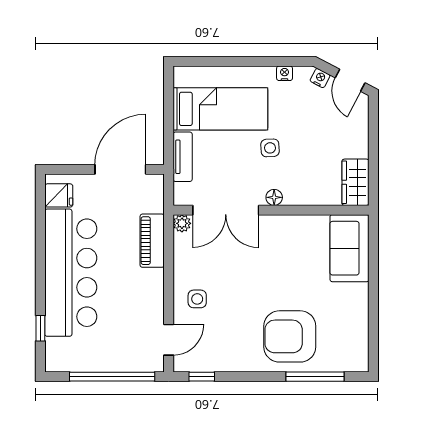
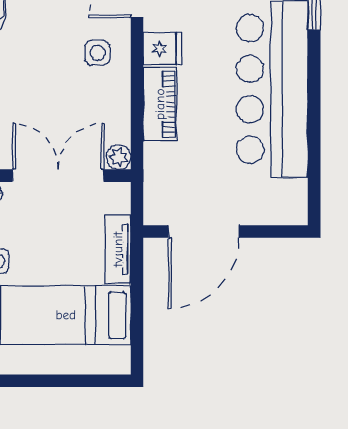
fridge: (59, 195) -> (162, 48), moved, turned 180
piano: (152, 241) -> (160, 104), moved

